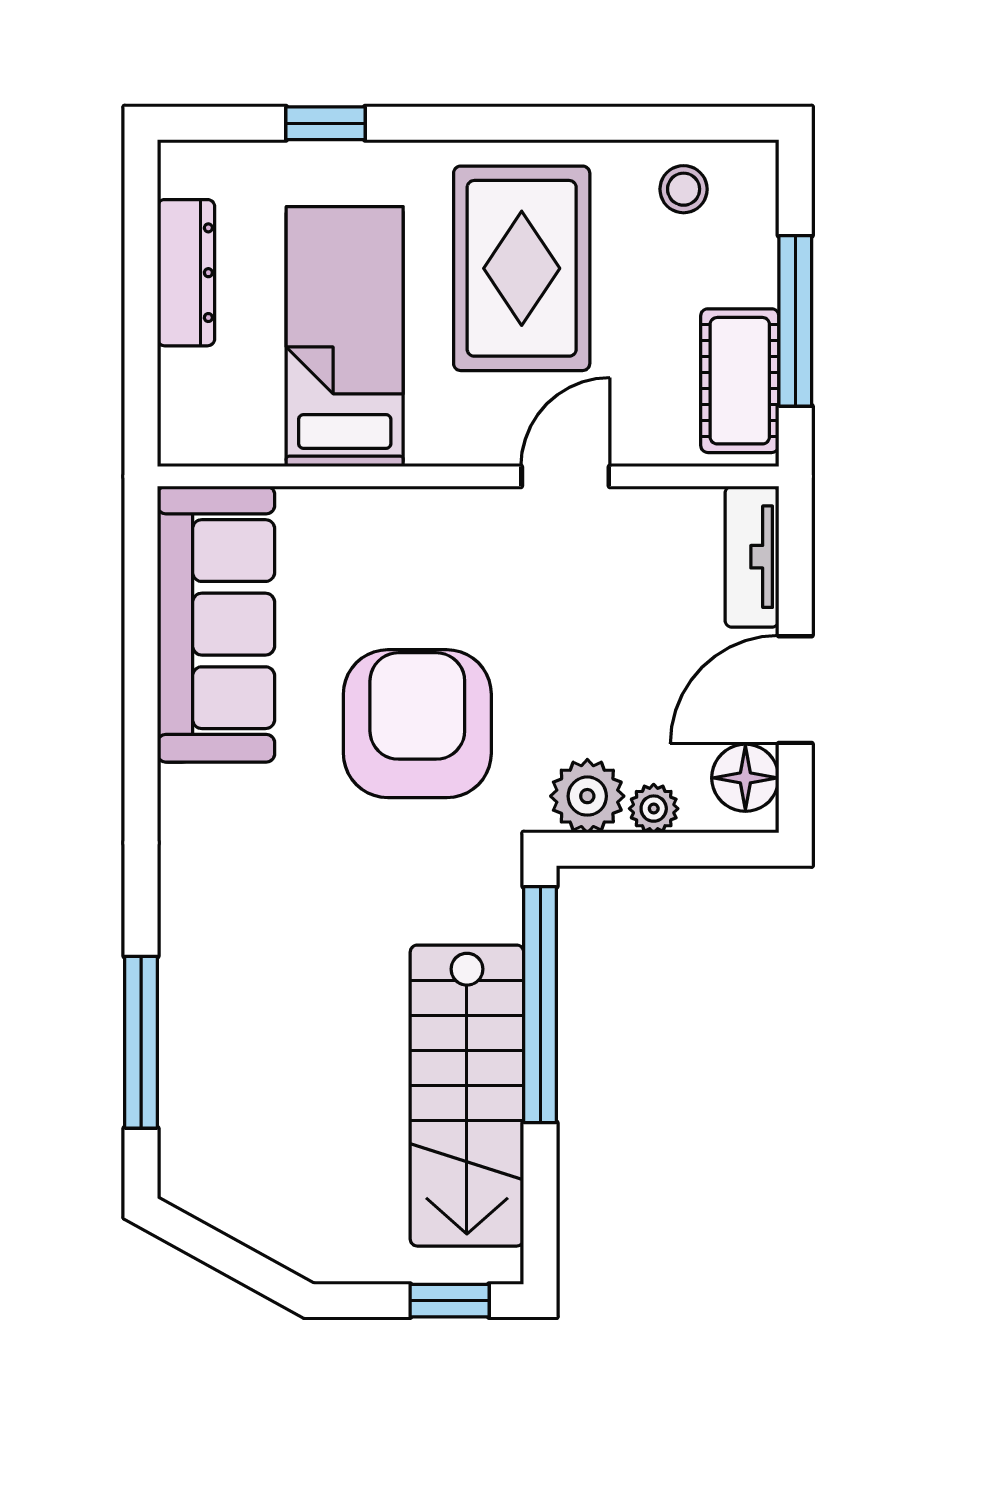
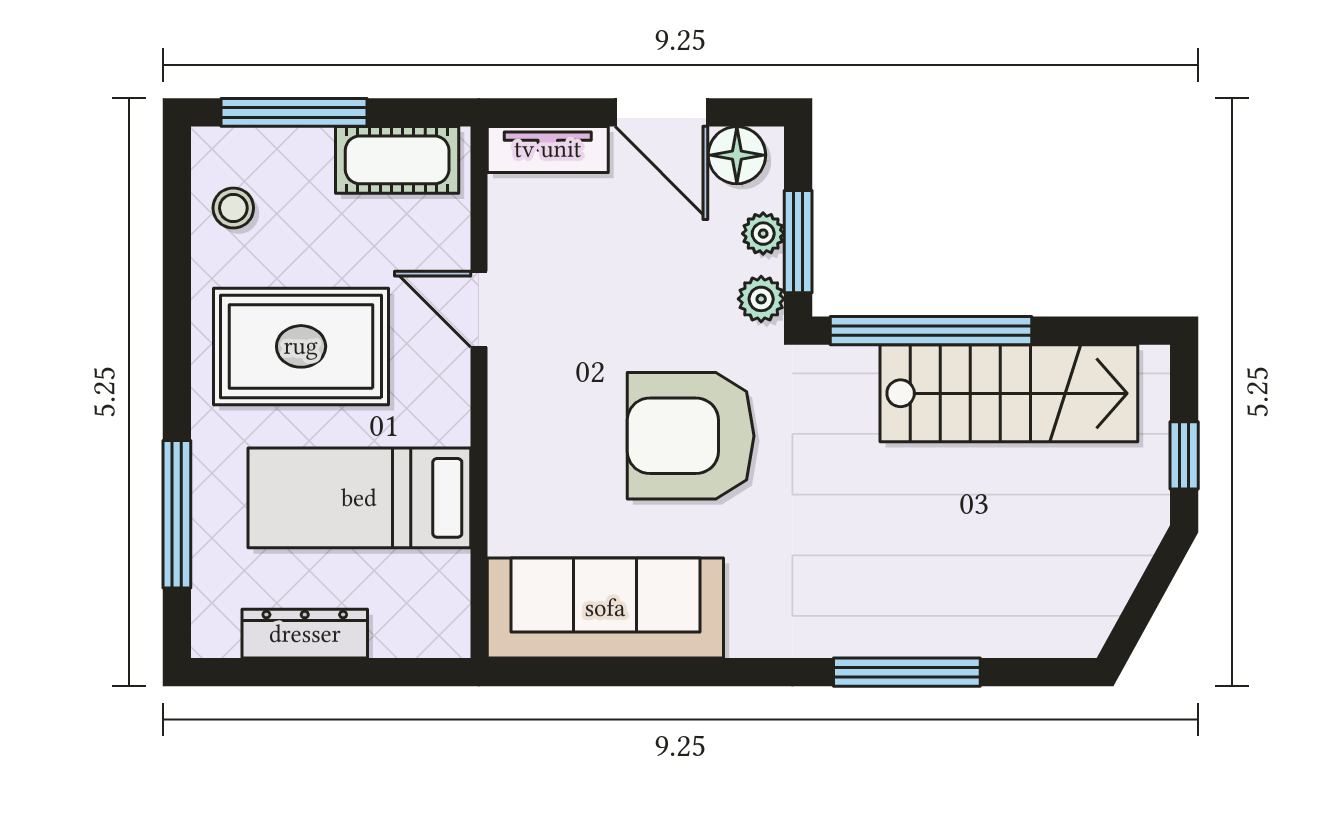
window: (325, 123) -> (177, 514), width x2.17
window: (795, 321) -> (294, 112), moved
plant: (587, 796) -> (761, 299), width x0.73, depth x0.73
window: (644, 849) -> (798, 242), added
window: (141, 1042) -> (907, 672), moved
window: (450, 1301) -> (1184, 455), moved

